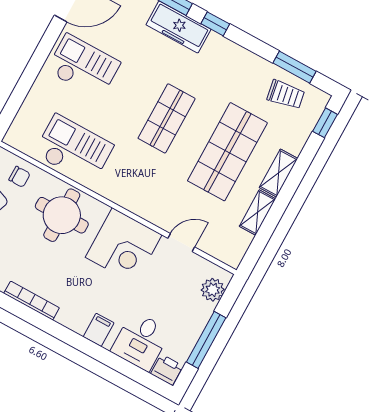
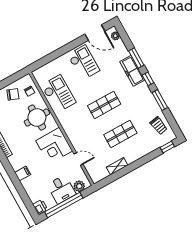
window: (294, 67) -> (160, 100), moved
shop shelf: (227, 152) -> (120, 134), width x0.70, depth x0.74
shelving: (278, 173) -> (136, 156), removed
window: (206, 340) -> (64, 205), width x1.46
desk: (141, 341) -> (61, 189), moved, turned -90

